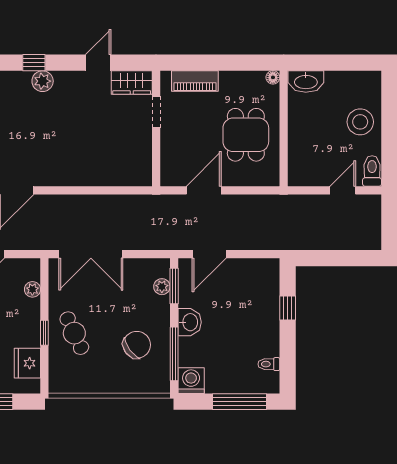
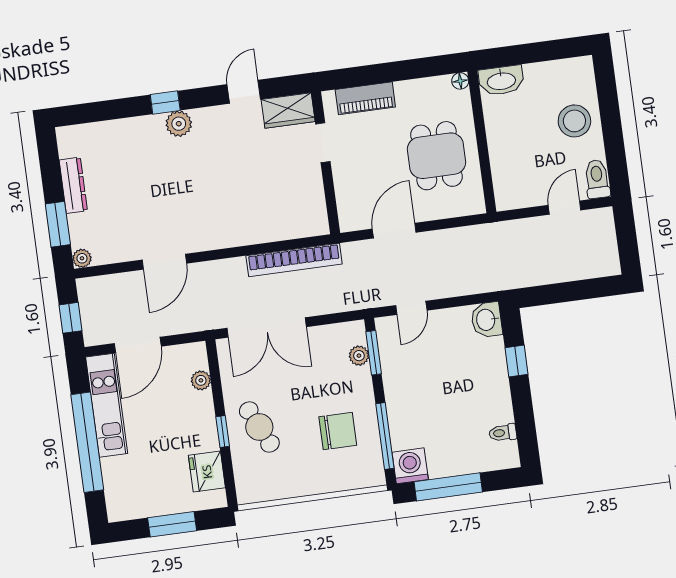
bookcase: (120, 203) -> (294, 260), added
door: (209, 254) -> (411, 308), width x0.73
washbasin: (190, 322) -> (487, 320), moved, turned 180
chair: (137, 345) -> (338, 431), turned 36
window: (240, 402) -> (448, 487), moved

